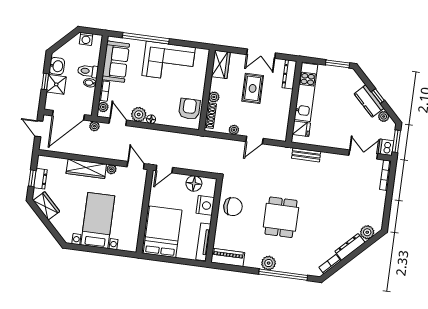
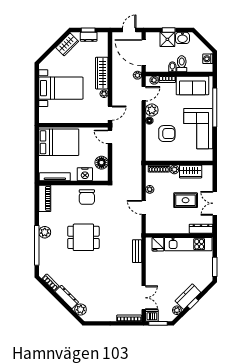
wardrobe: (221, 64) -> (191, 172), moved
armchair: (189, 109) -> (167, 134), moved

